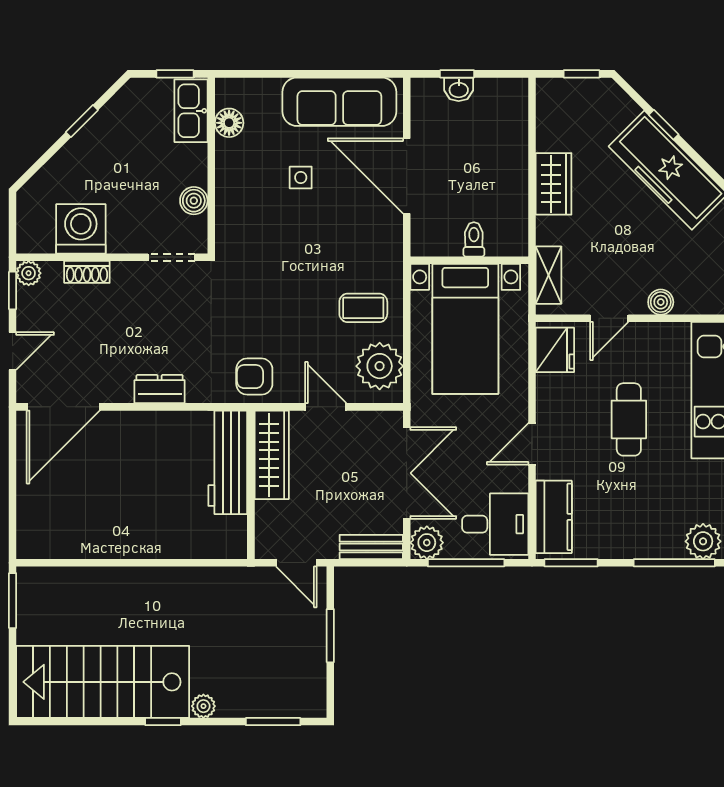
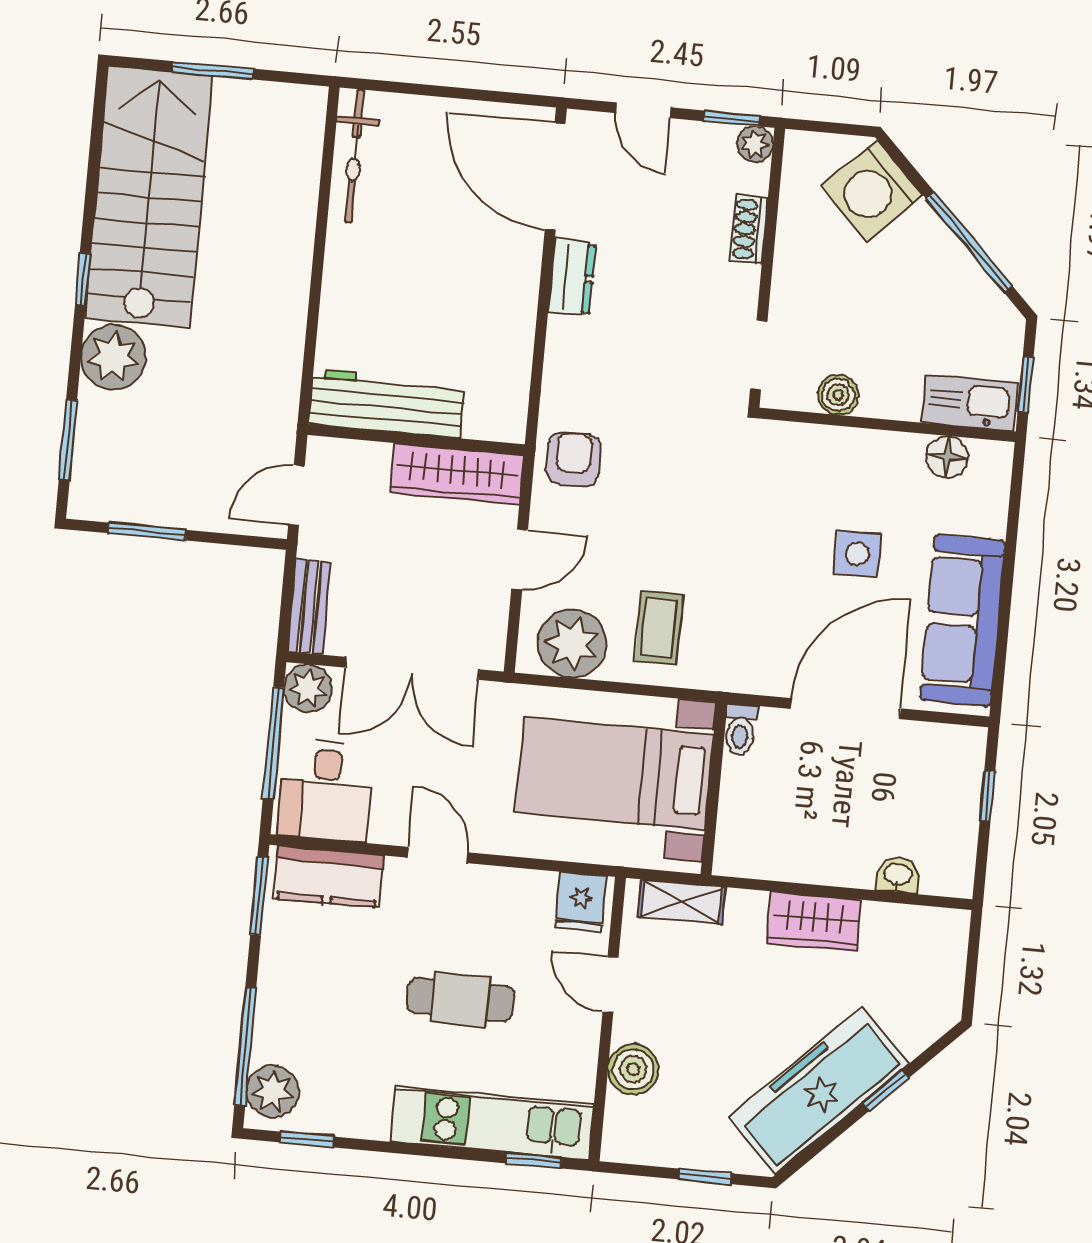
window: (582, 74) -> (971, 977), removed
washbasin: (459, 89) -> (898, 875), moved, turned 90
window: (82, 121) -> (969, 242), width x2.17
side table: (301, 177) -> (858, 554), width x1.37, depth x1.37
washing machine: (81, 229) -> (872, 190), moved, turned 135
toilet: (474, 239) -> (740, 730), moved, turned 90
boiler: (661, 302) -> (633, 1069), width x1.36, depth x1.36
fridge: (555, 350) -> (581, 902), width x0.72
dresser: (160, 389) -> (572, 278), moved
workbench: (228, 462) -> (387, 403), moved
bicycle: (62, 545) -> (355, 156), added
window: (13, 601) -> (213, 70), moved
window: (330, 636) -> (147, 531), moved
plant: (203, 706) -> (113, 357), width x1.87, depth x1.87

